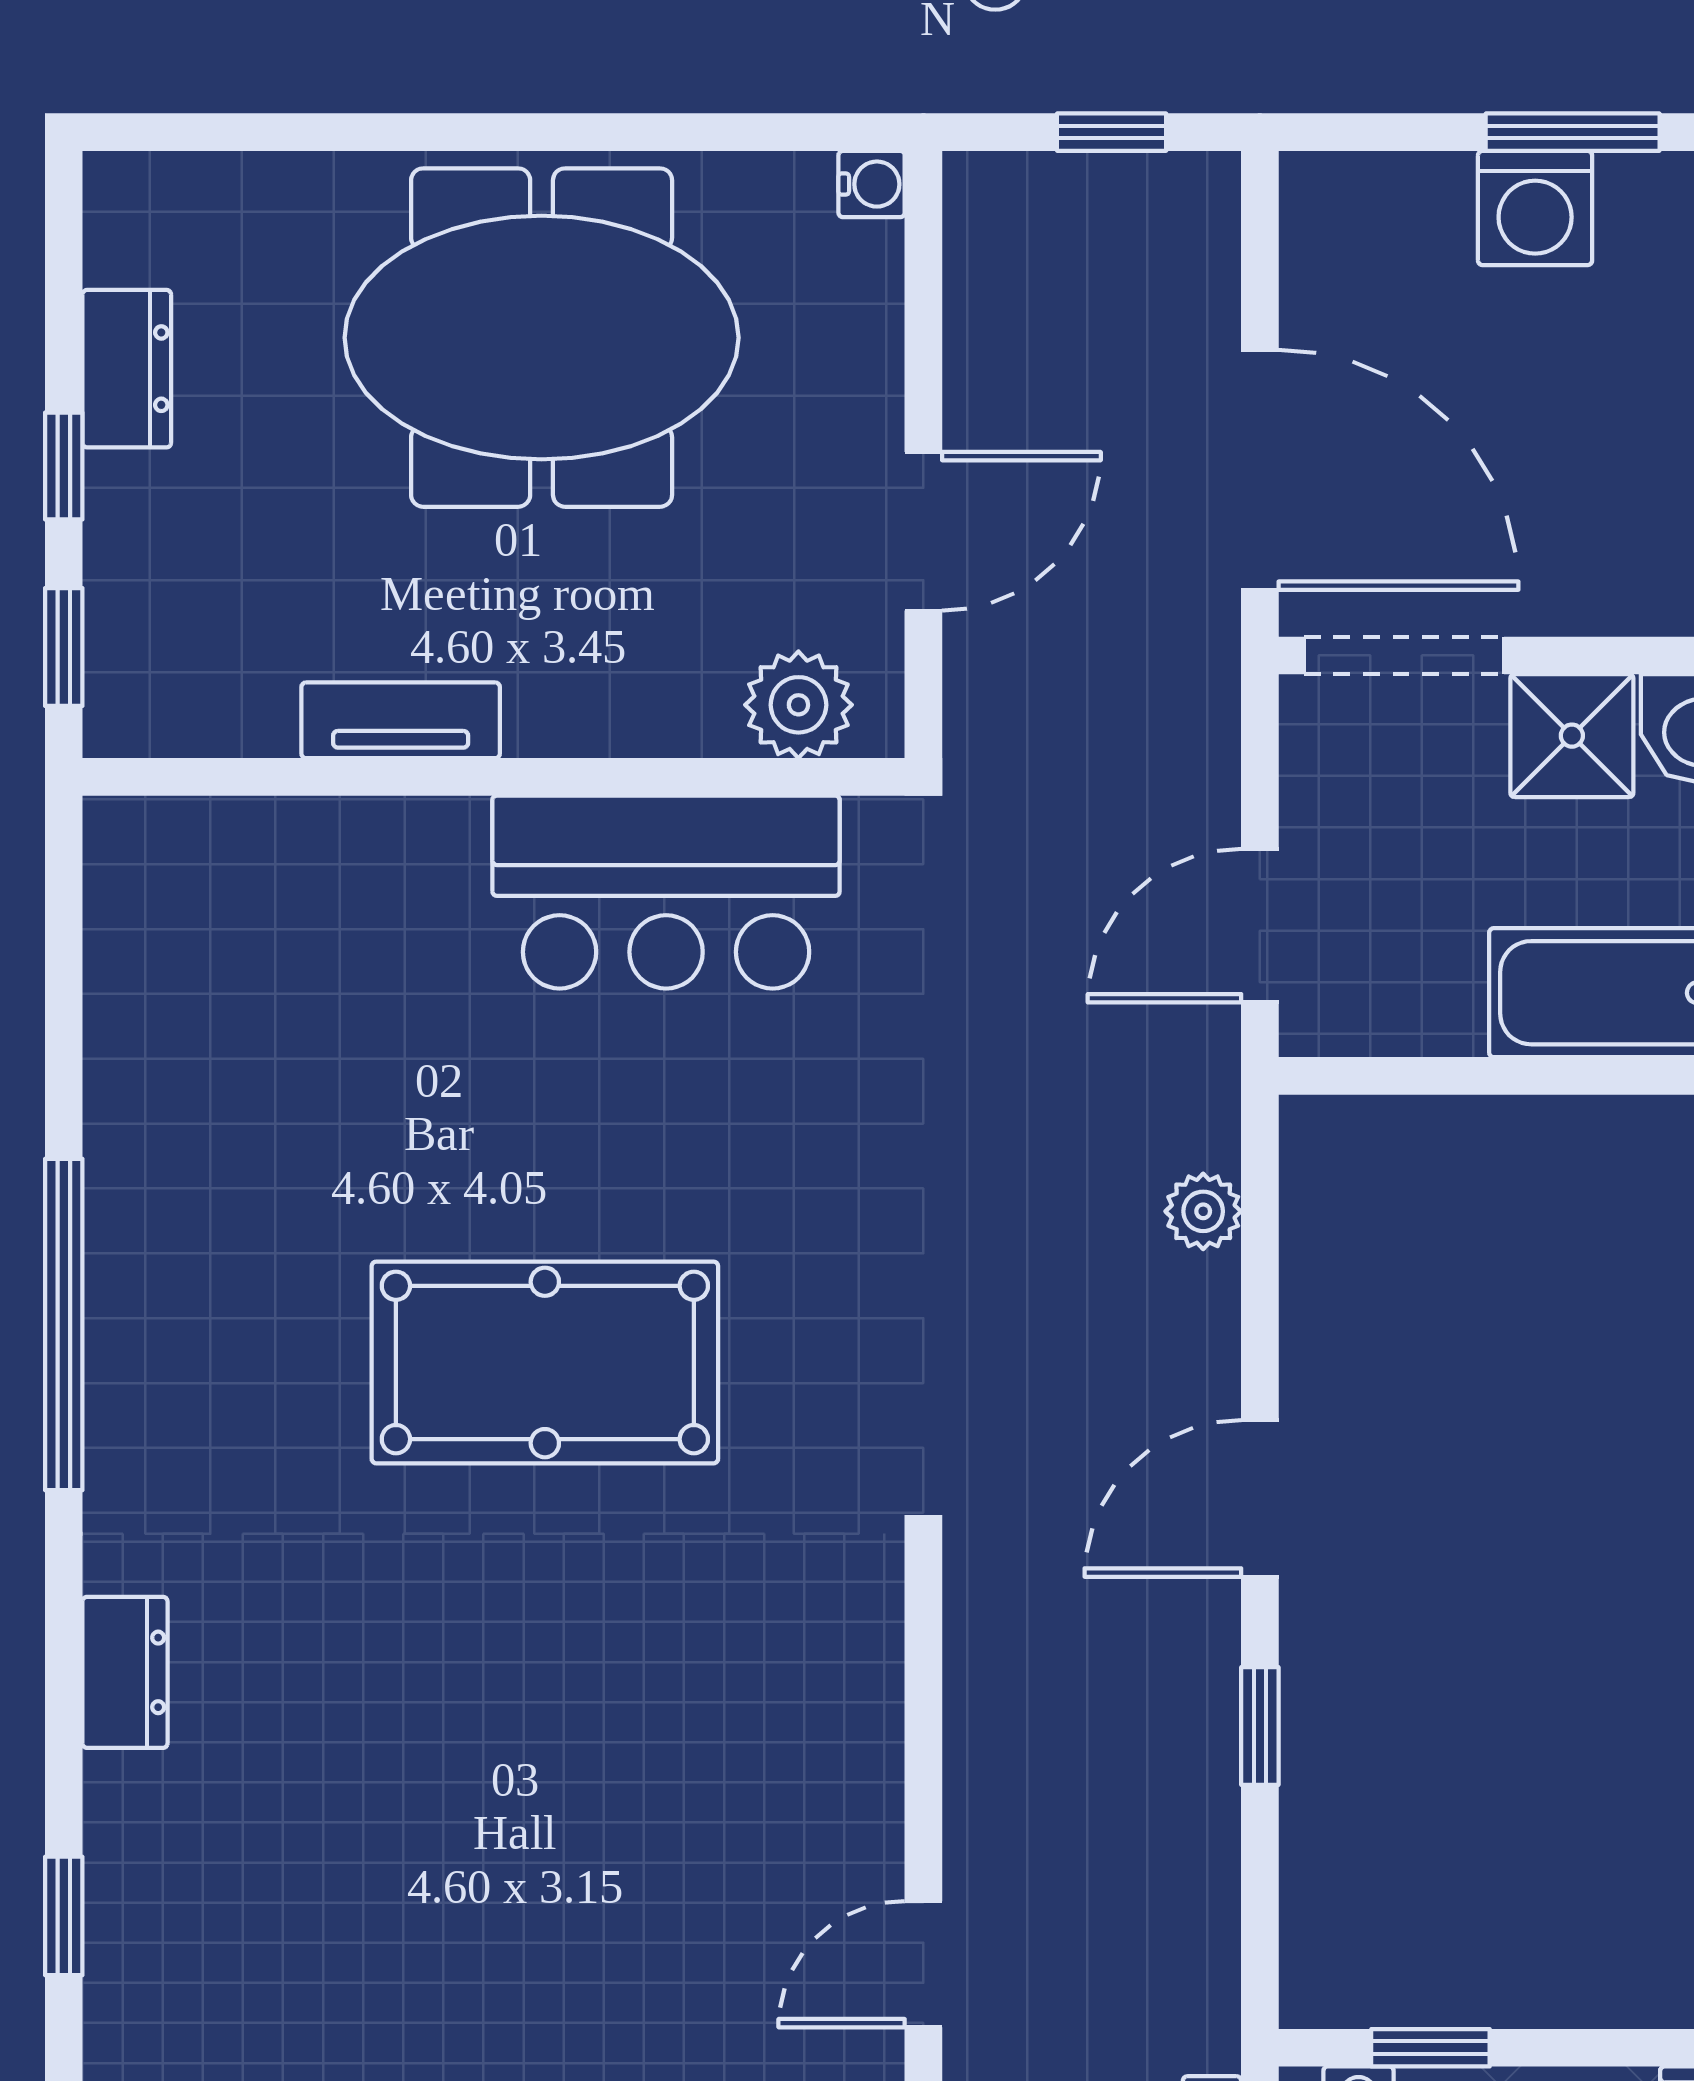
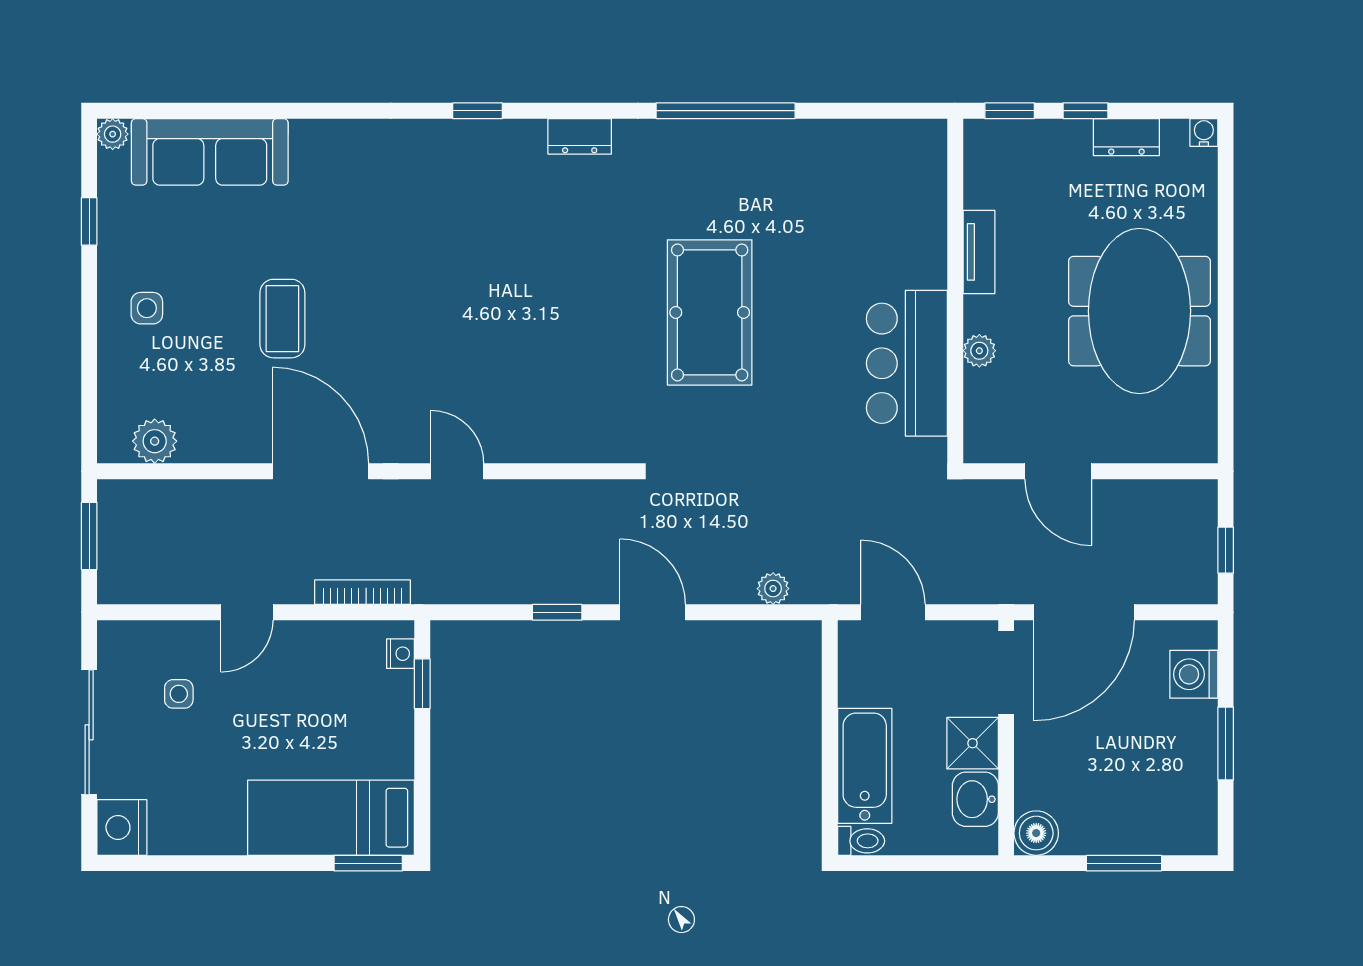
water cooler: (872, 184) -> (1204, 132), moved, turned 180
washing machine: (1535, 208) -> (1194, 674), moved
plant: (798, 705) -> (979, 351), moved, width x0.73, depth x0.73

